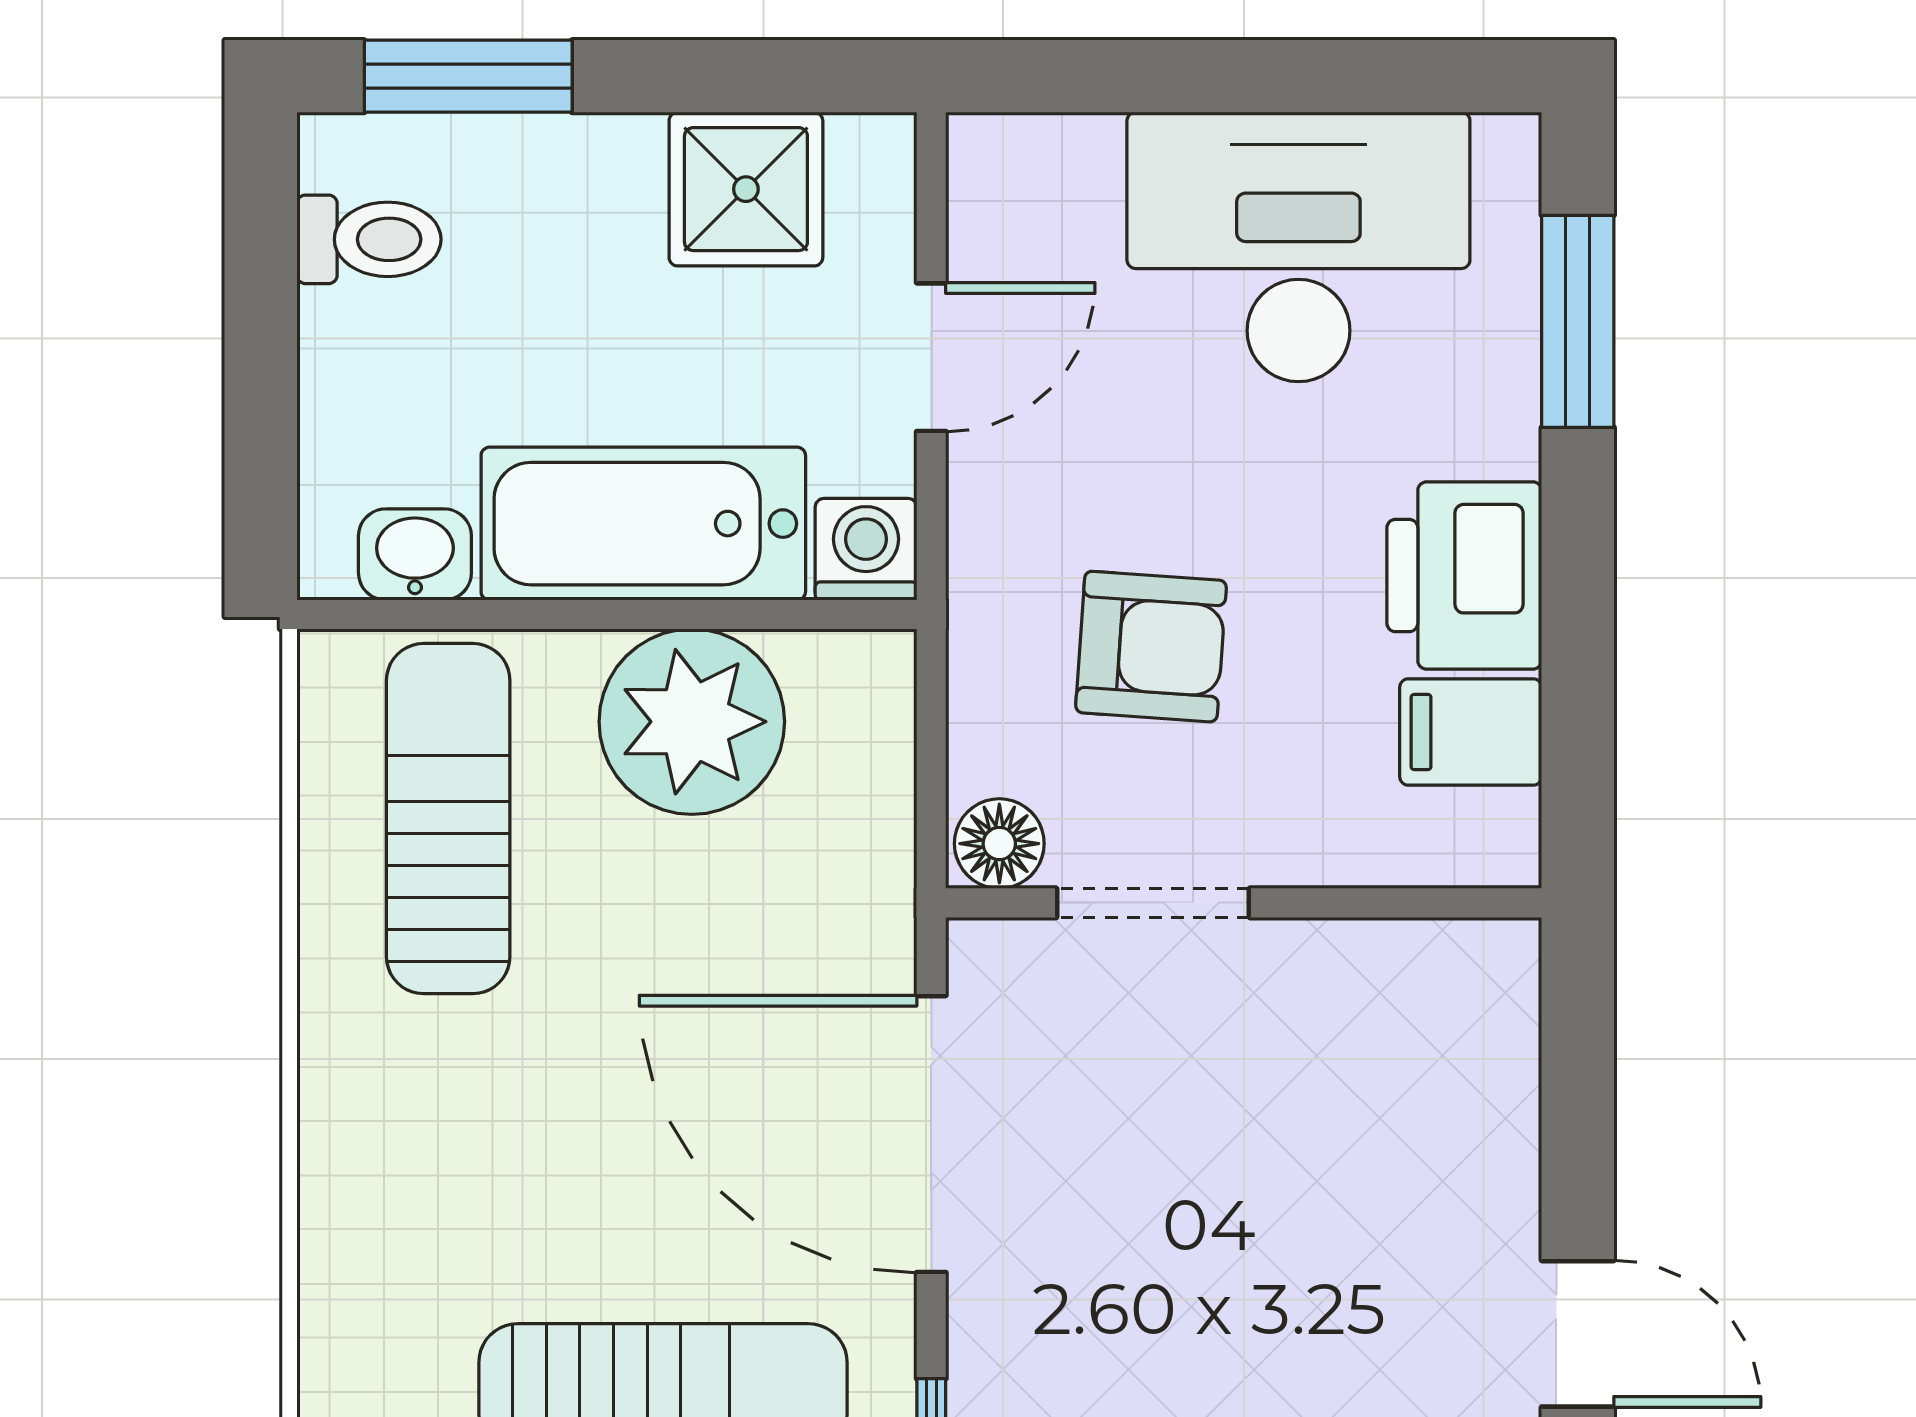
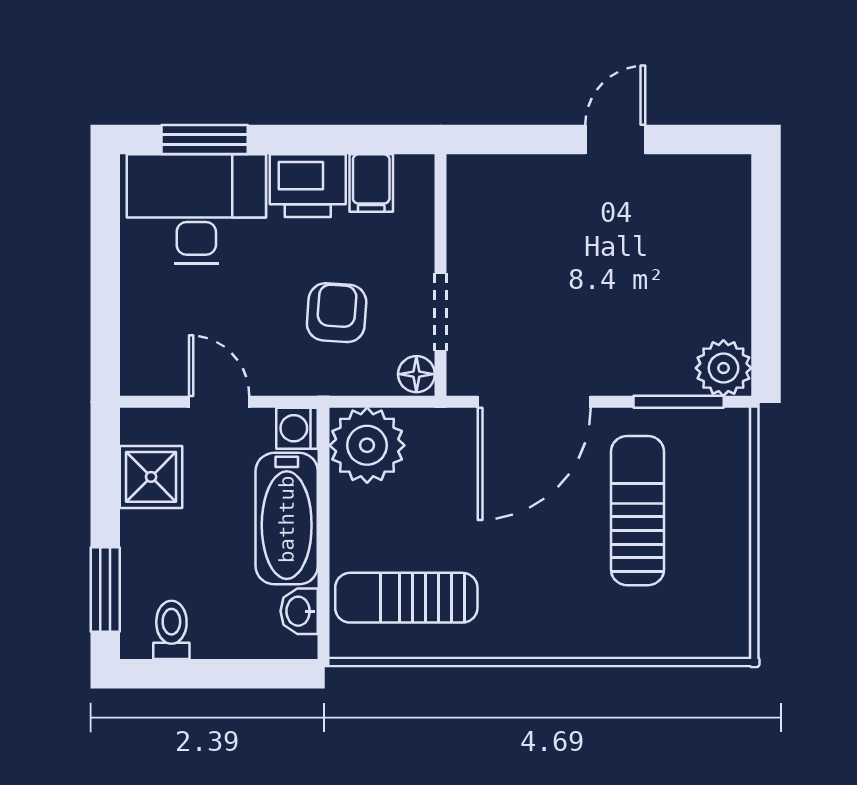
desk: (1298, 247) -> (196, 209), moved, turned 90
plant: (692, 722) -> (367, 445), moved

